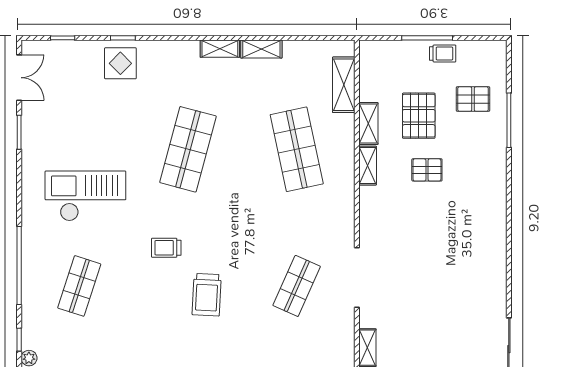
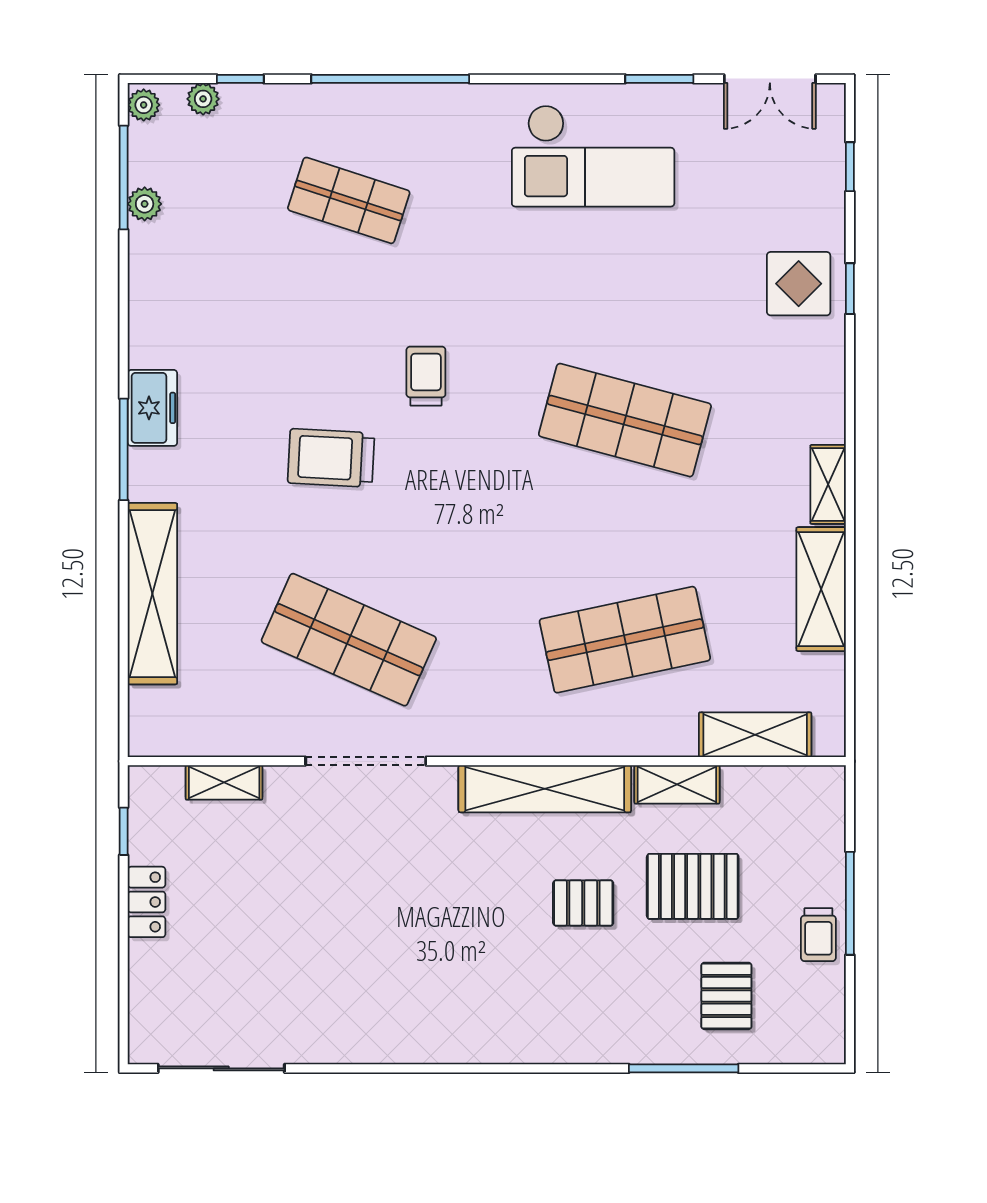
shelving: (261, 49) -> (821, 589), width x1.50, depth x1.33
shelving: (368, 166) -> (545, 789), width x2.20, depth x1.33
pallet: (427, 170) -> (583, 903), turned 90
checkout: (85, 196) -> (593, 156), moved, turned 90
shop shelf: (297, 286) -> (349, 640), width x1.43, depth x1.36

